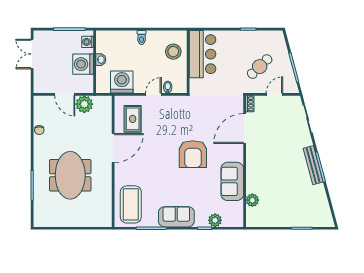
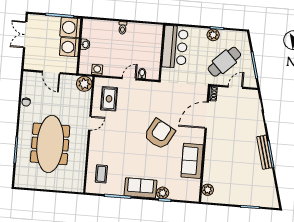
plant: (245, 37) -> (213, 35), added
washing machine: (88, 42) -> (70, 27), width x1.89, depth x1.89
stool: (173, 52) -> (150, 42), removed
cafe table: (260, 67) -> (224, 62), width x1.37, depth x1.35
washing machine: (122, 82) -> (97, 70), width x0.53, depth x0.53
plant: (84, 104) -> (84, 84), moved
door: (113, 148) -> (90, 123), width x0.53
armchair: (193, 154) -> (160, 134), turned -151
meeting table: (70, 175) -> (50, 144), width x1.36
plant: (252, 200) -> (208, 190), moved
coffee table: (131, 204) -> (101, 174), width x0.54, depth x0.58
plant: (215, 220) -> (163, 193), moved

